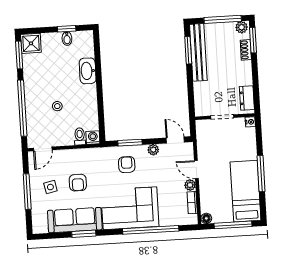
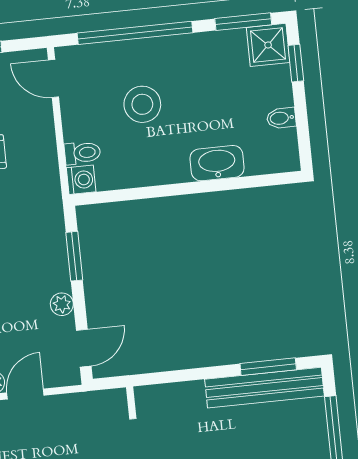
window: (67, 29) -> (296, 63), moved
stool: (57, 106) -> (142, 104), width x1.89, depth x1.89
armchair: (127, 165) -> (29, 251), removed

